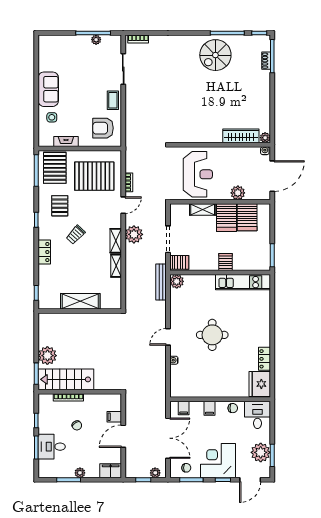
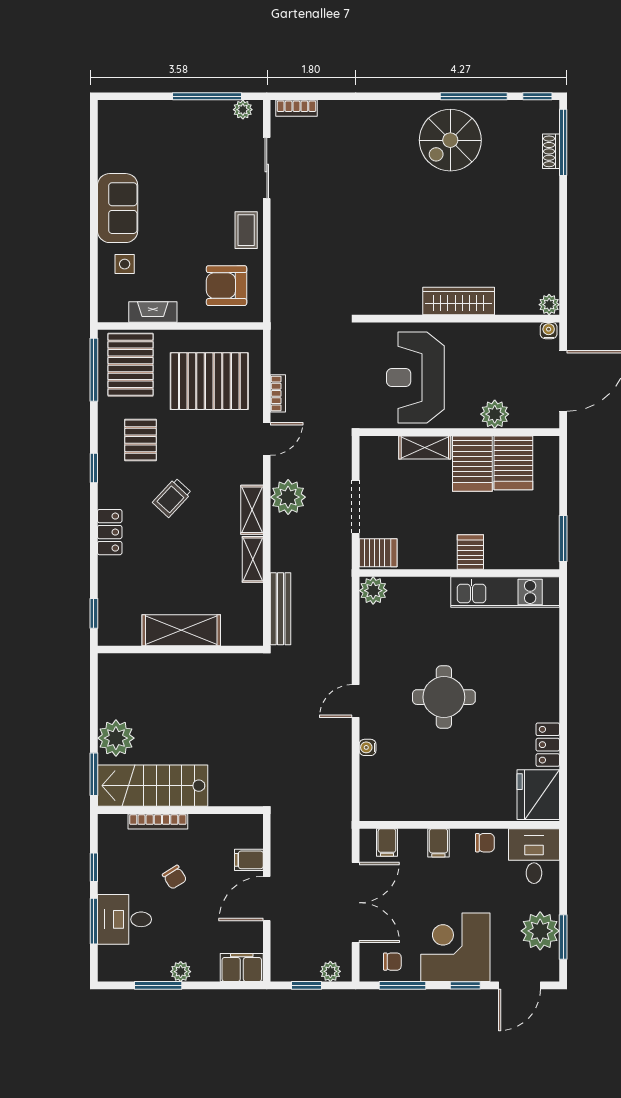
plant: (96, 40) -> (243, 110), moved
wardrobe: (241, 136) -> (459, 301), moved
reception desk: (198, 174) -> (415, 377), turned 180
bench: (161, 282) -> (281, 609), moved

